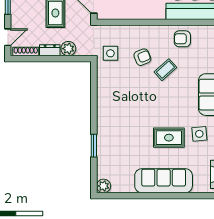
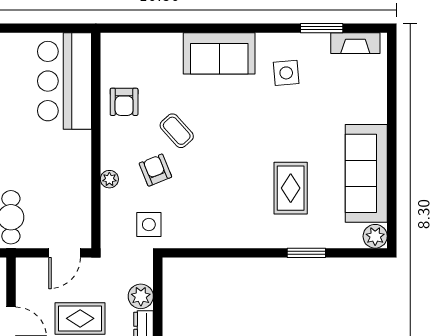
plant: (137, 30) -> (109, 179), added
rug: (169, 138) -> (291, 188), moved
sofa: (164, 181) -> (366, 173), moved

